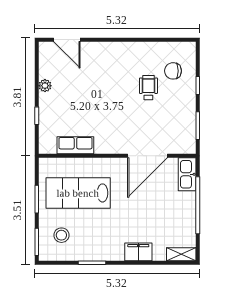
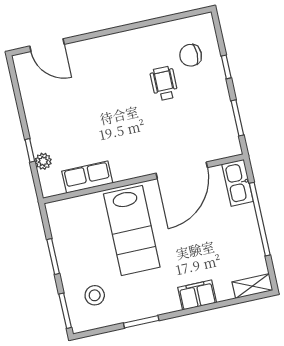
plant: (45, 86) -> (43, 161), moved
lab bench: (78, 193) -> (132, 231), moved, turned -90

